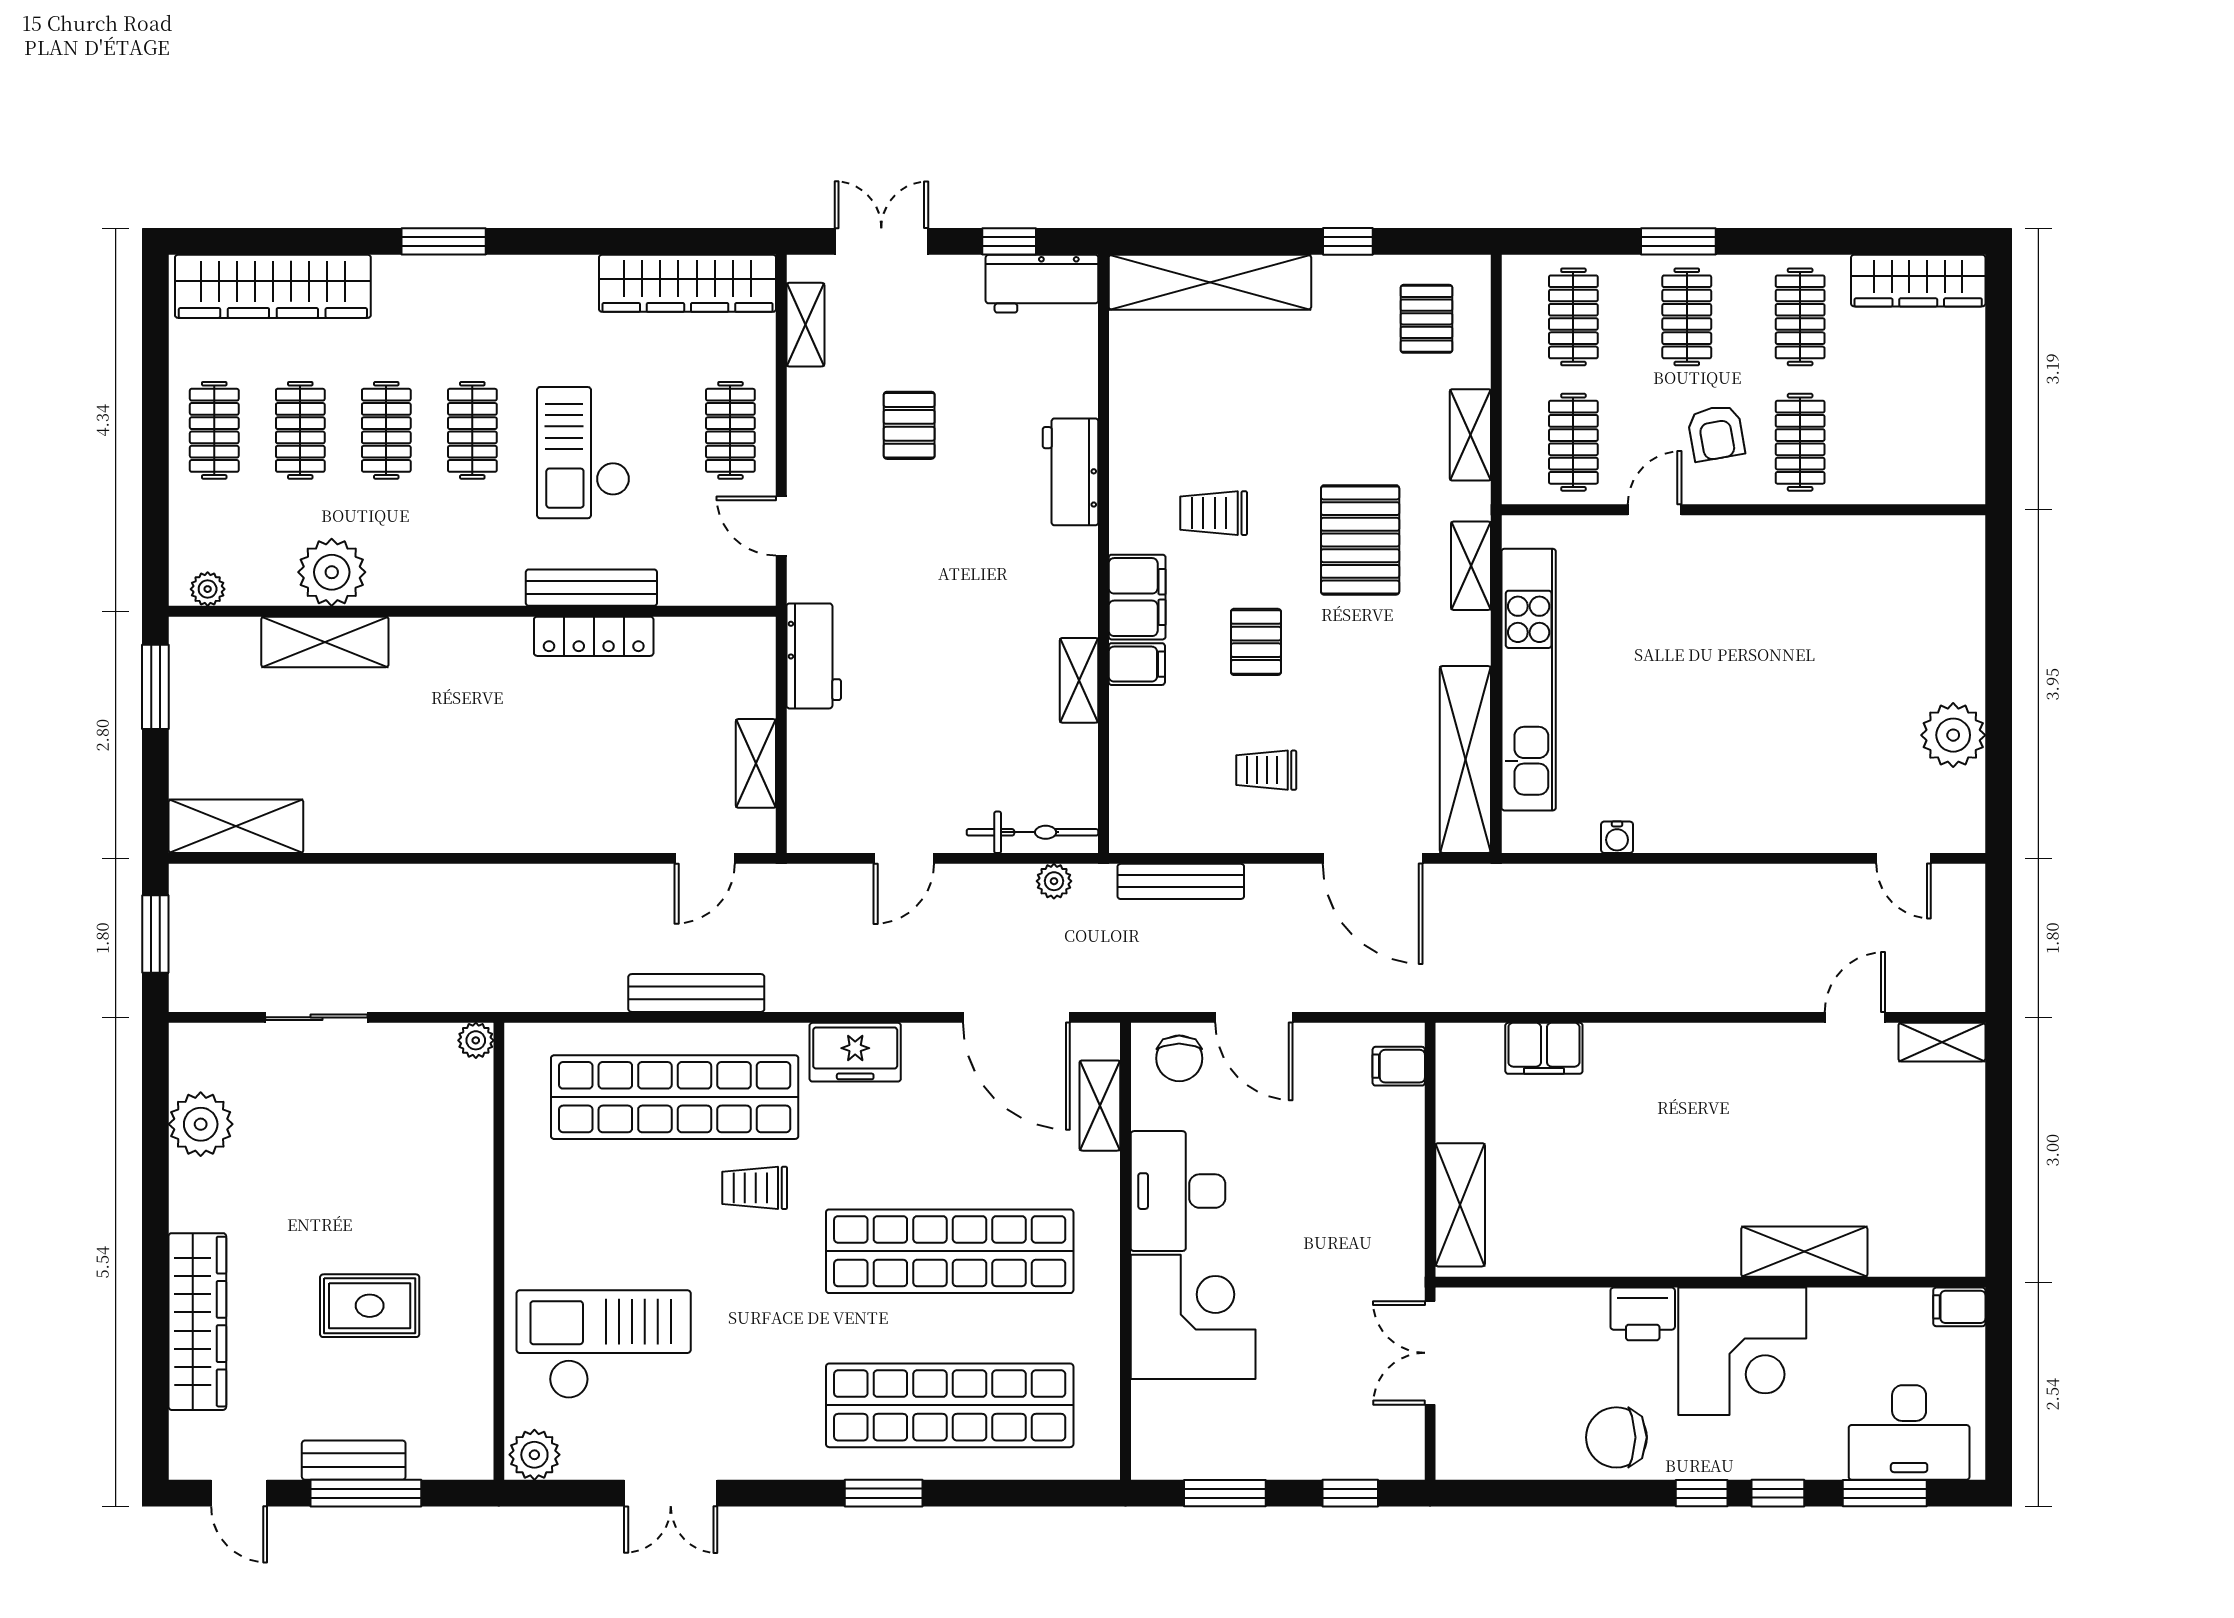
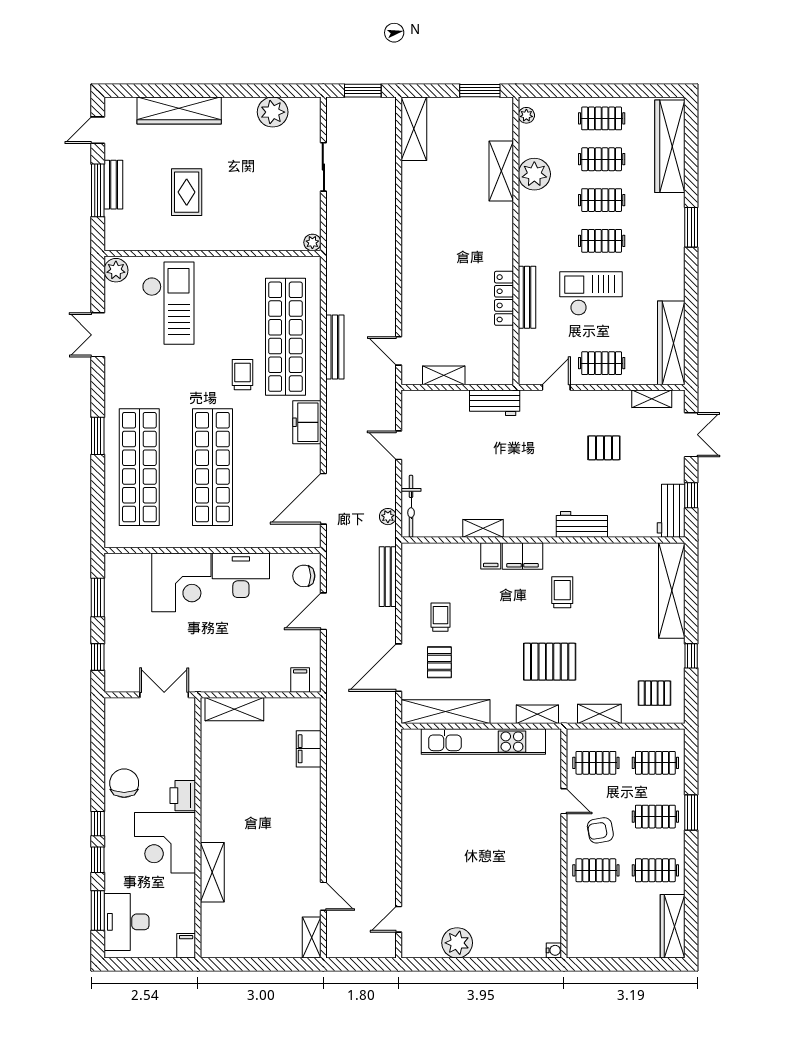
pallet: (1256, 642) -> (439, 662), moved, turned 90
water cooler: (1617, 837) -> (554, 950), moved, turned 180
shelving: (1100, 1106) -> (281, 538), removed

